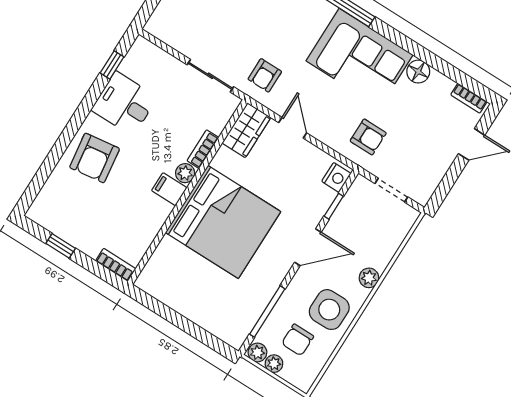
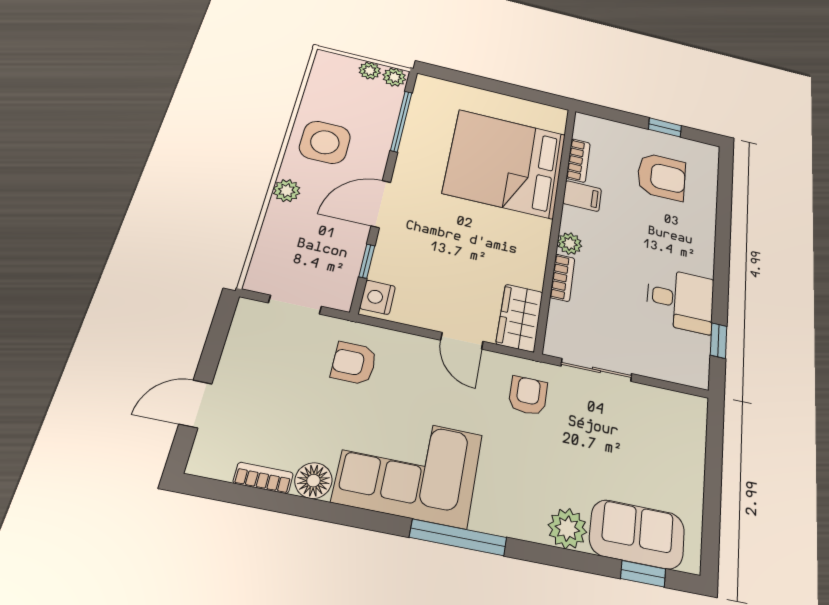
bookcase: (469, 98) -> (263, 478), moved
armchair: (95, 158) -> (661, 177), moved, turned 98
filing cabinet: (169, 189) -> (582, 196), moved
bed: (223, 222) -> (505, 163), moved
bookcase: (116, 265) -> (578, 160), moved, turned -90
chair: (298, 340) -> (351, 101), removed

